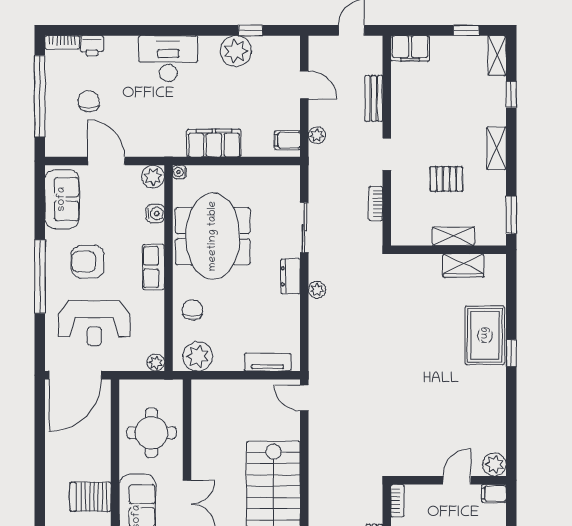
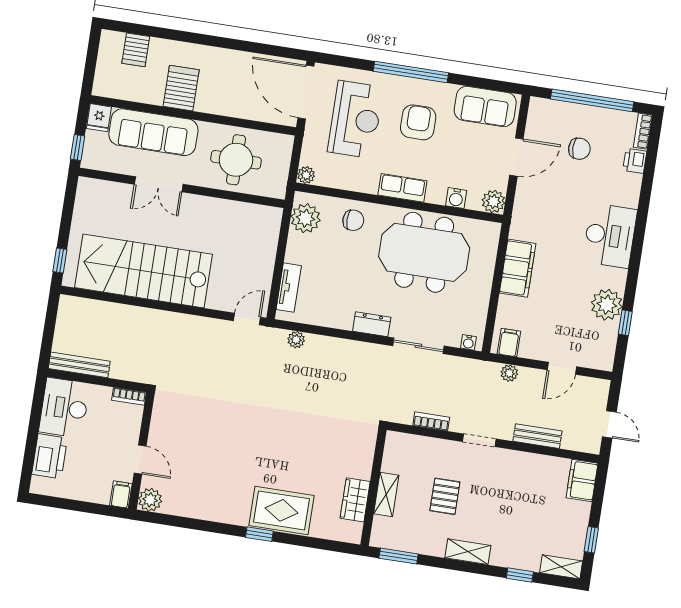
water cooler: (179, 172) -> (468, 342), moved, turned 180
plant: (317, 290) -> (296, 340), moved
reception desk: (94, 323) -> (355, 119), turned 180

